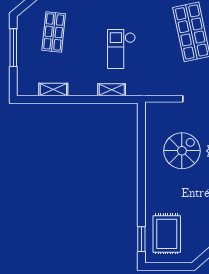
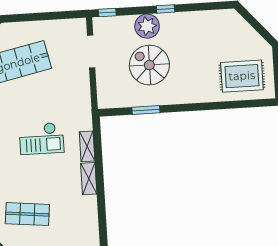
shelving: (53, 90) -> (89, 179), moved
window: (141, 239) -> (146, 110), moved

